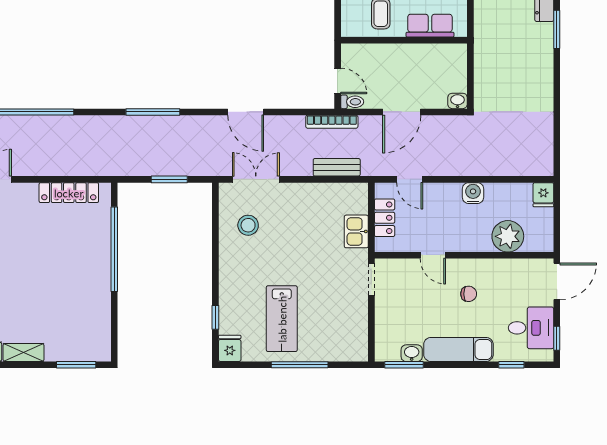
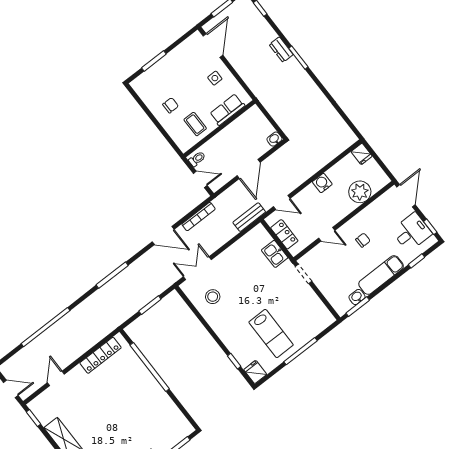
toilet: (352, 102) -> (197, 159), moved
bookcase: (332, 122) -> (199, 217), moved
bench: (337, 167) -> (249, 217), moved

